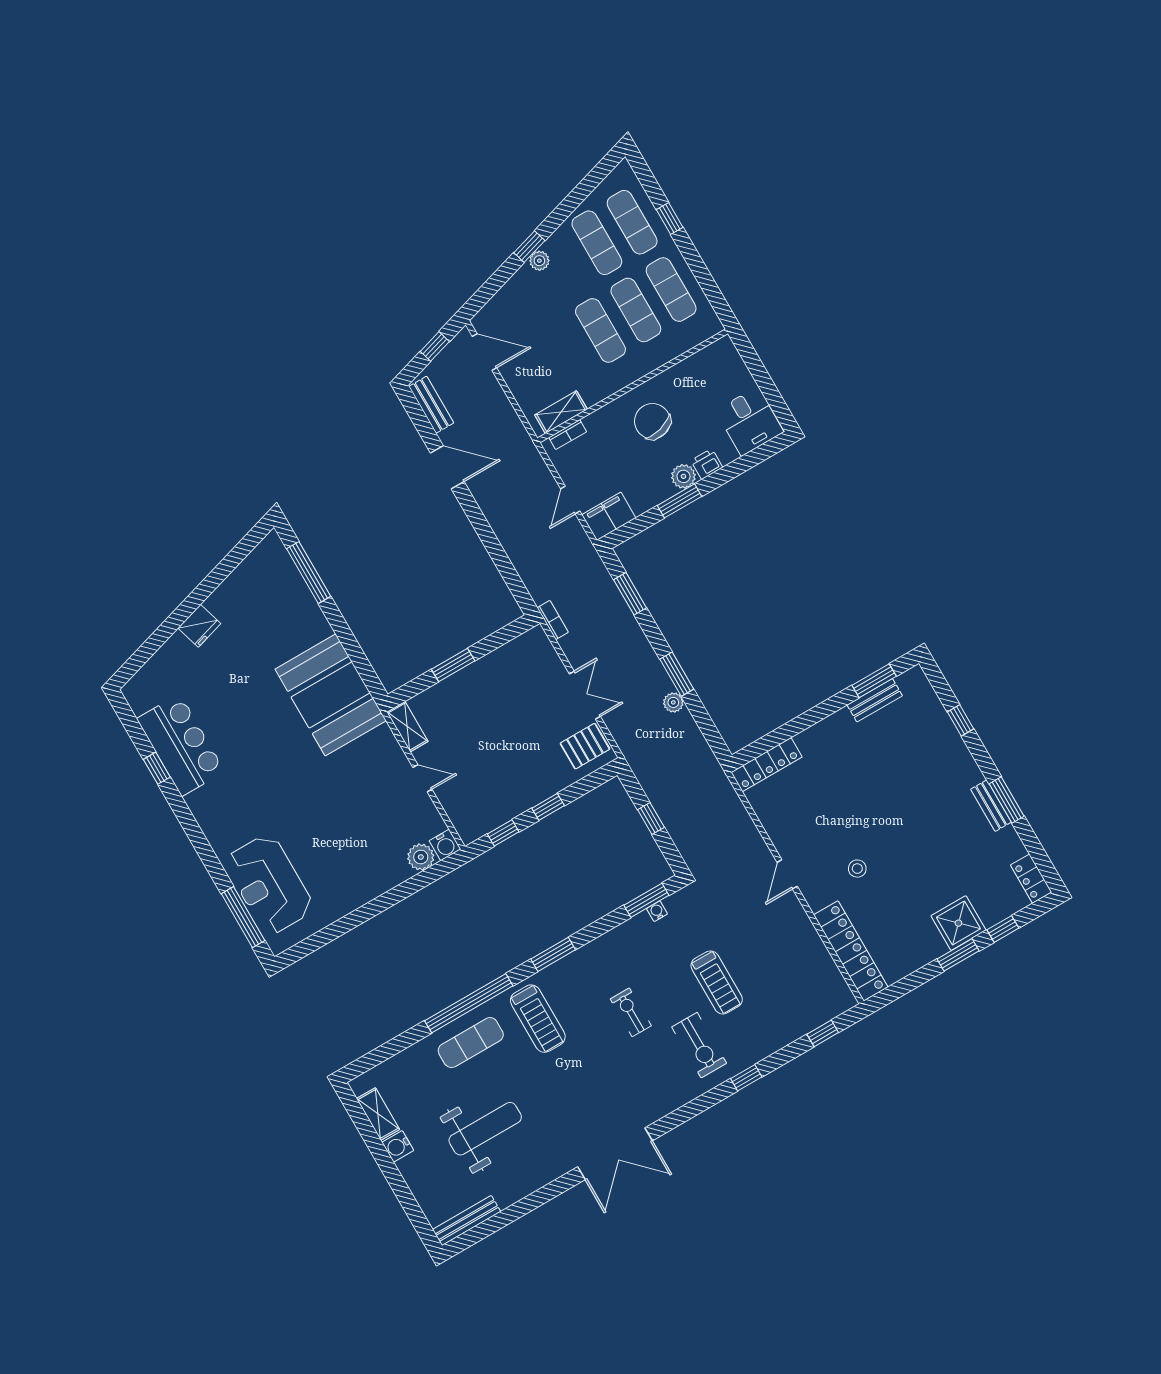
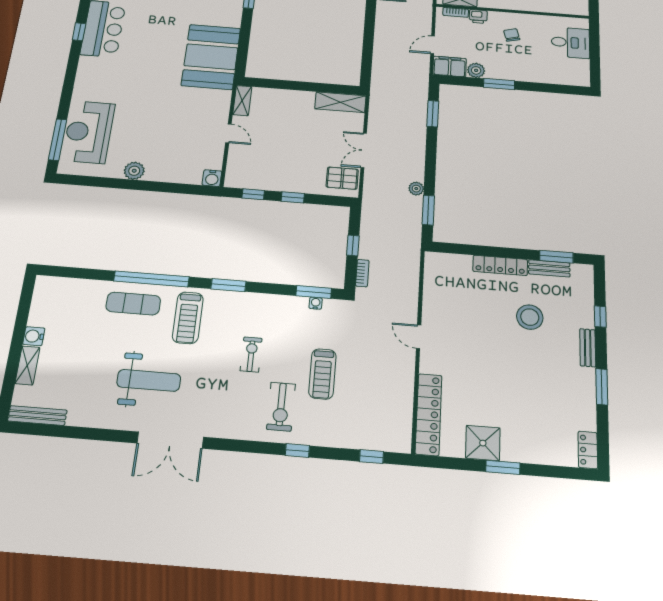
chair: (652, 421) -> (512, 35), width x0.54, depth x0.54
desk: (749, 421) -> (571, 43), moved, turned -90
printer: (707, 464) -> (478, 16), moved, turned 180
plant: (683, 476) -> (476, 70), moved
bookcase: (553, 620) -> (362, 273), moved
shelving: (518, 651) -> (340, 102), added
window: (453, 665) -> (296, 86), removed
window: (677, 674) -> (428, 210), moved
double door: (585, 695) -> (364, 150), swing flipped
locker: (767, 765) -> (500, 265), moved
bench: (991, 806) -> (588, 348), moved
plant: (421, 857) -> (134, 171), moved
stool: (857, 869) -> (530, 317), moved, width x1.89, depth x1.89
door: (787, 874) -> (419, 337), hinge flipped
shower: (958, 923) -> (483, 443), moved
window: (1003, 929) -> (546, 471), removed
shelving: (378, 1114) -> (27, 365), moved
weight bench: (485, 1129) -> (149, 380), moved

